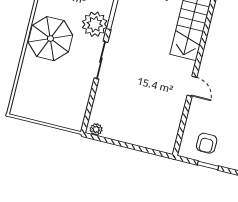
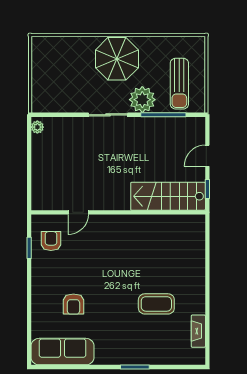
door: (192, 86) -> (78, 212), moved
armchair: (207, 143) -> (51, 241), turned 90

